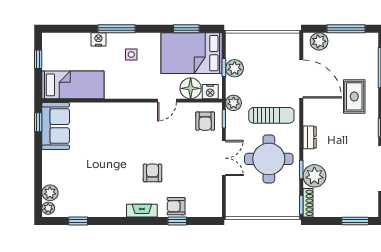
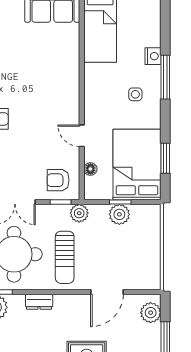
door: (301, 79) -> (107, 292), width x0.73
floor lamp: (191, 88) -> (90, 169), width x0.53, depth x0.53
nightstand: (210, 92) -> (92, 186), removed

